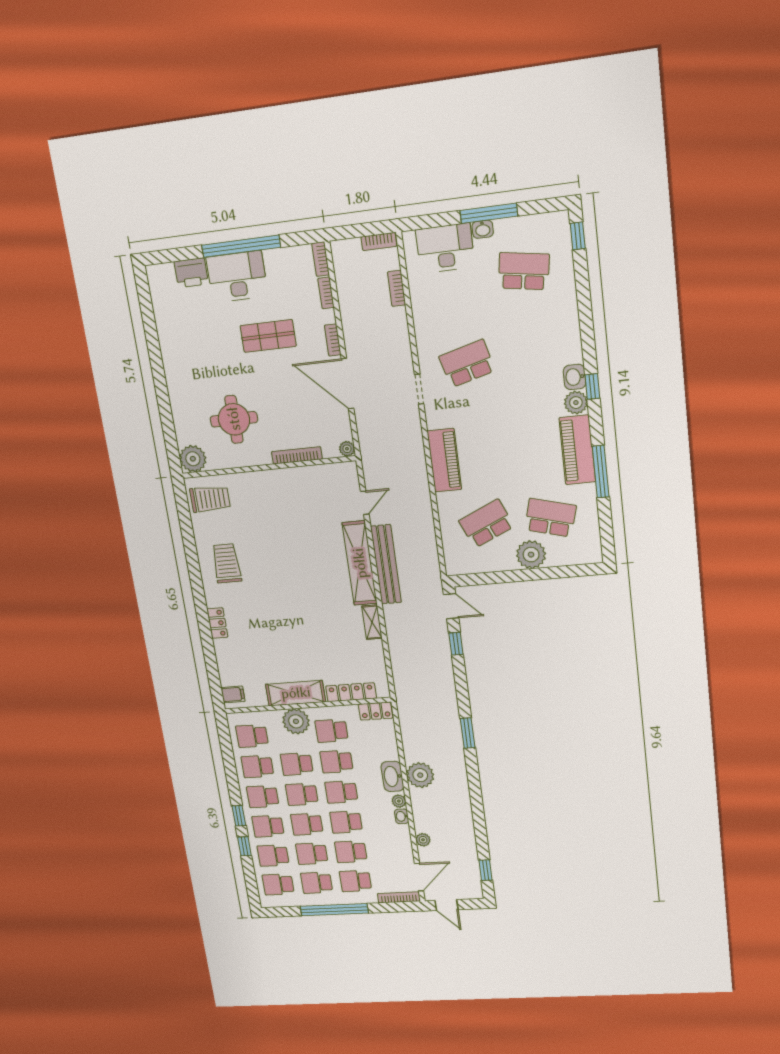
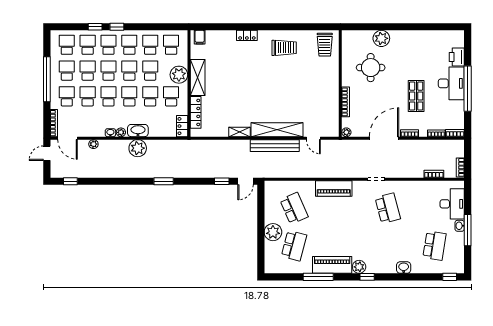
washbasin: (575, 377) -> (404, 268), moved
plant: (193, 459) -> (381, 38), moved

